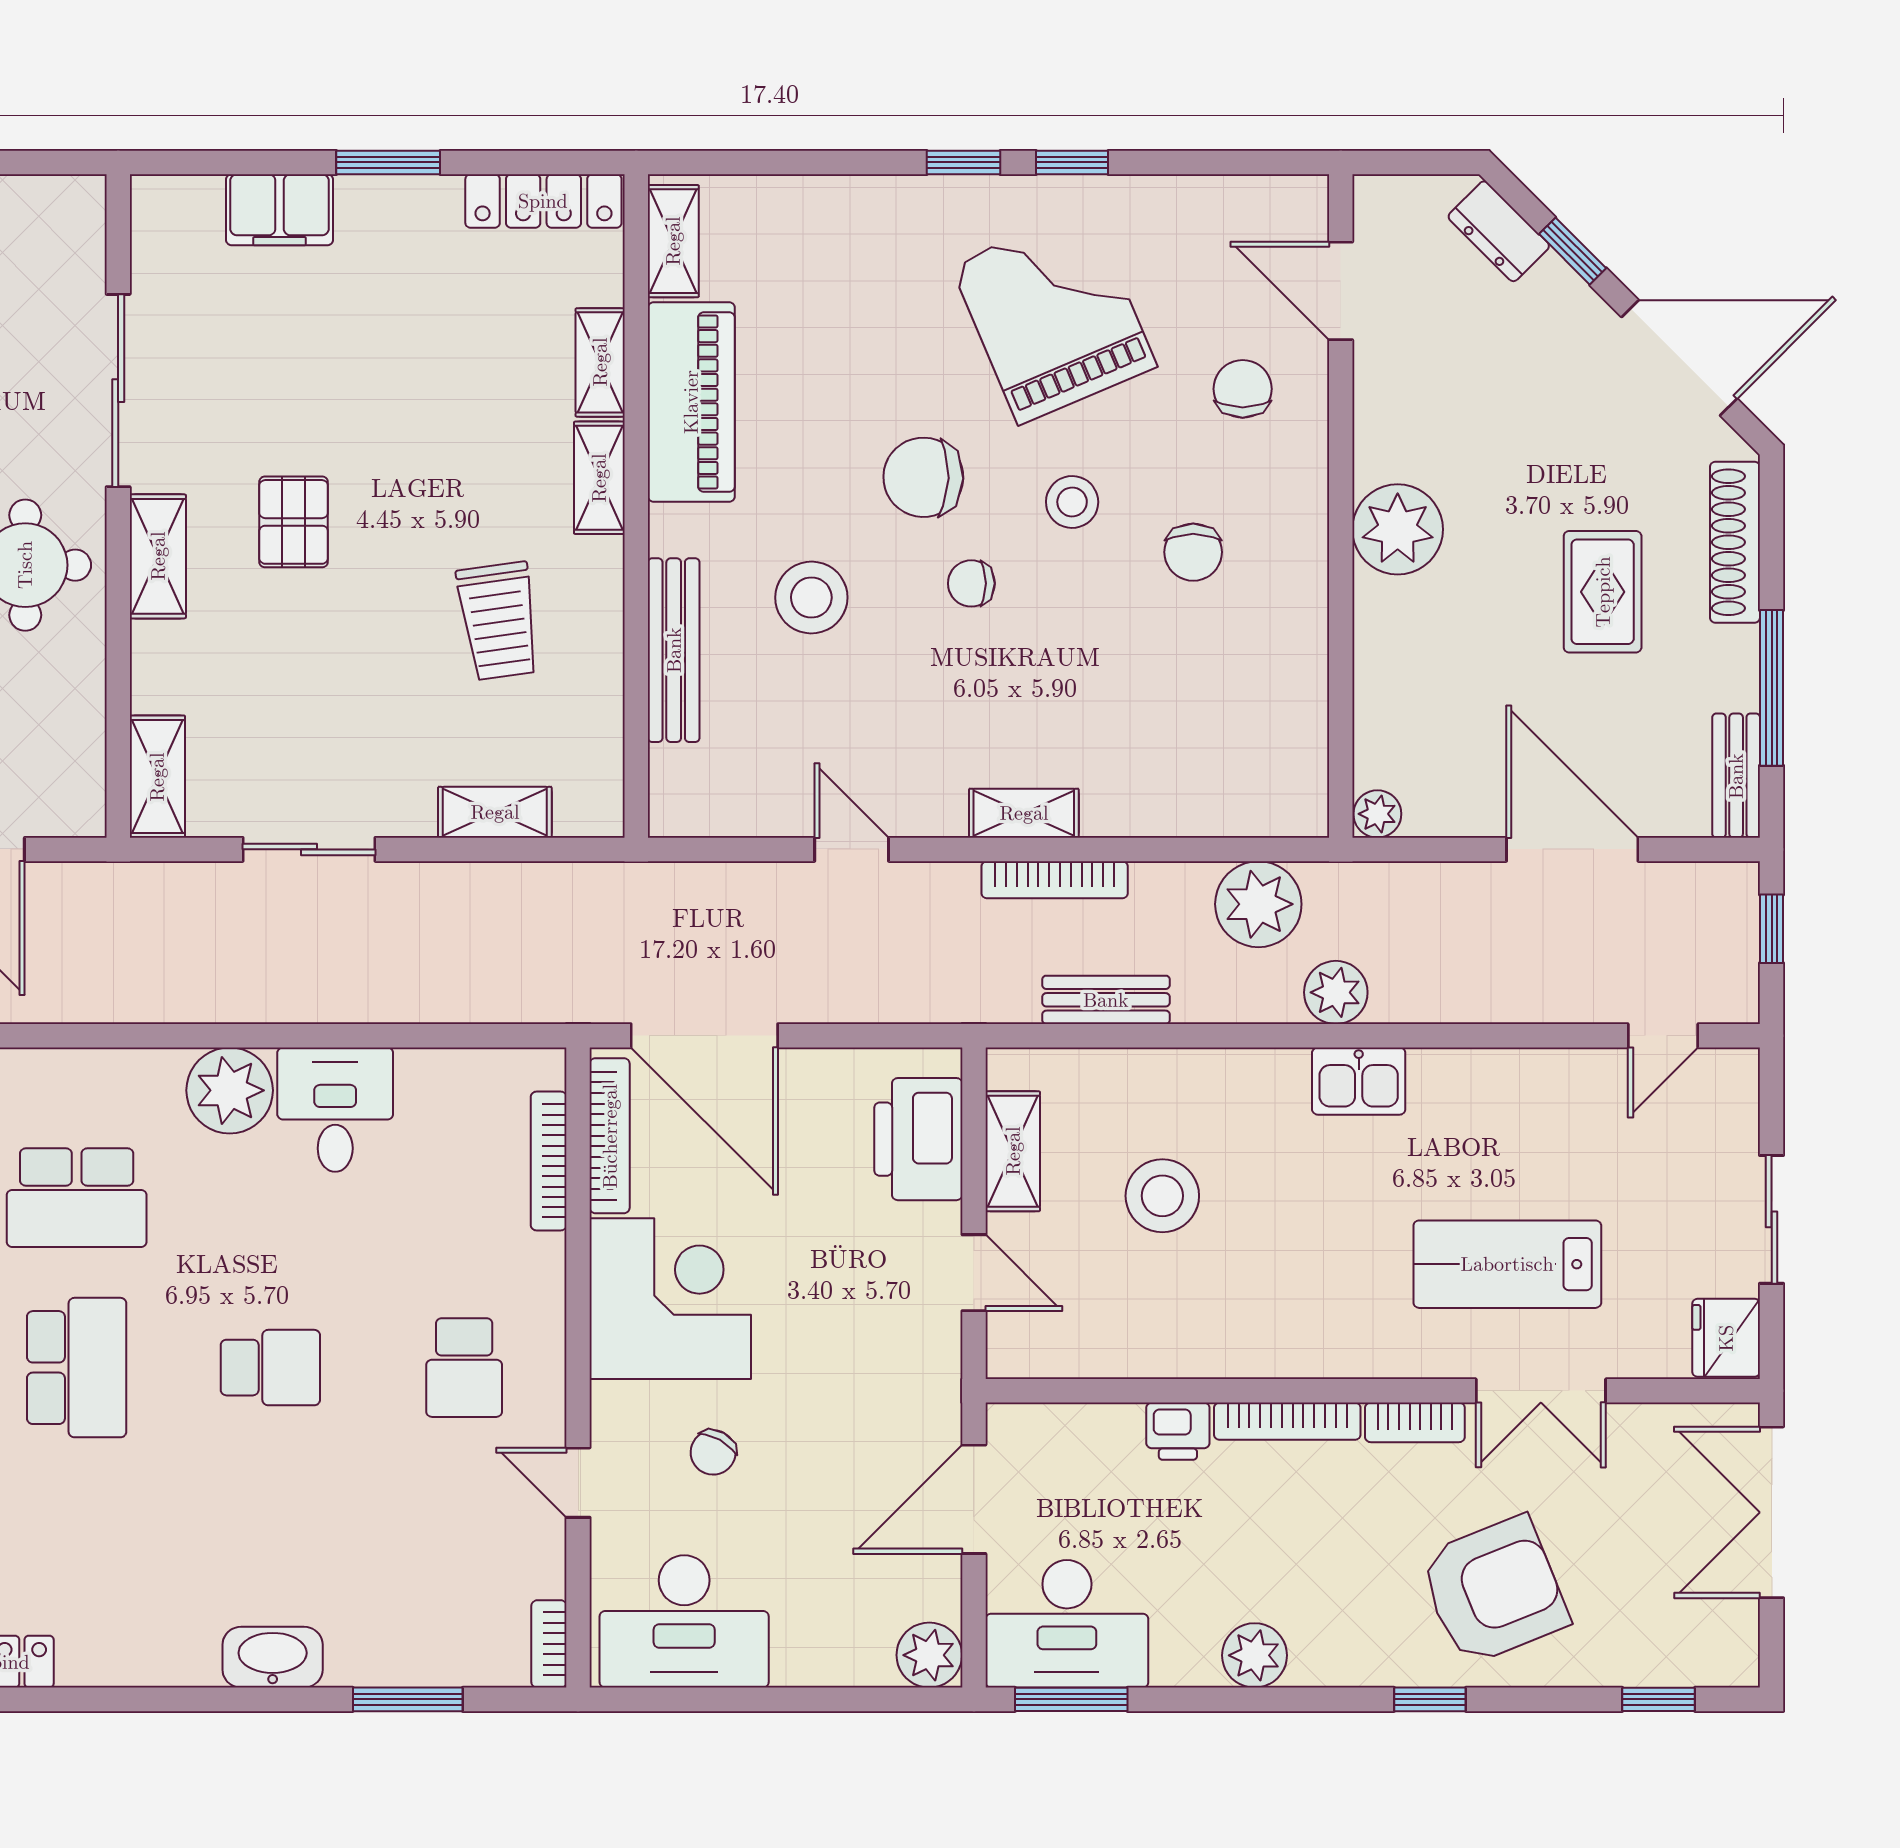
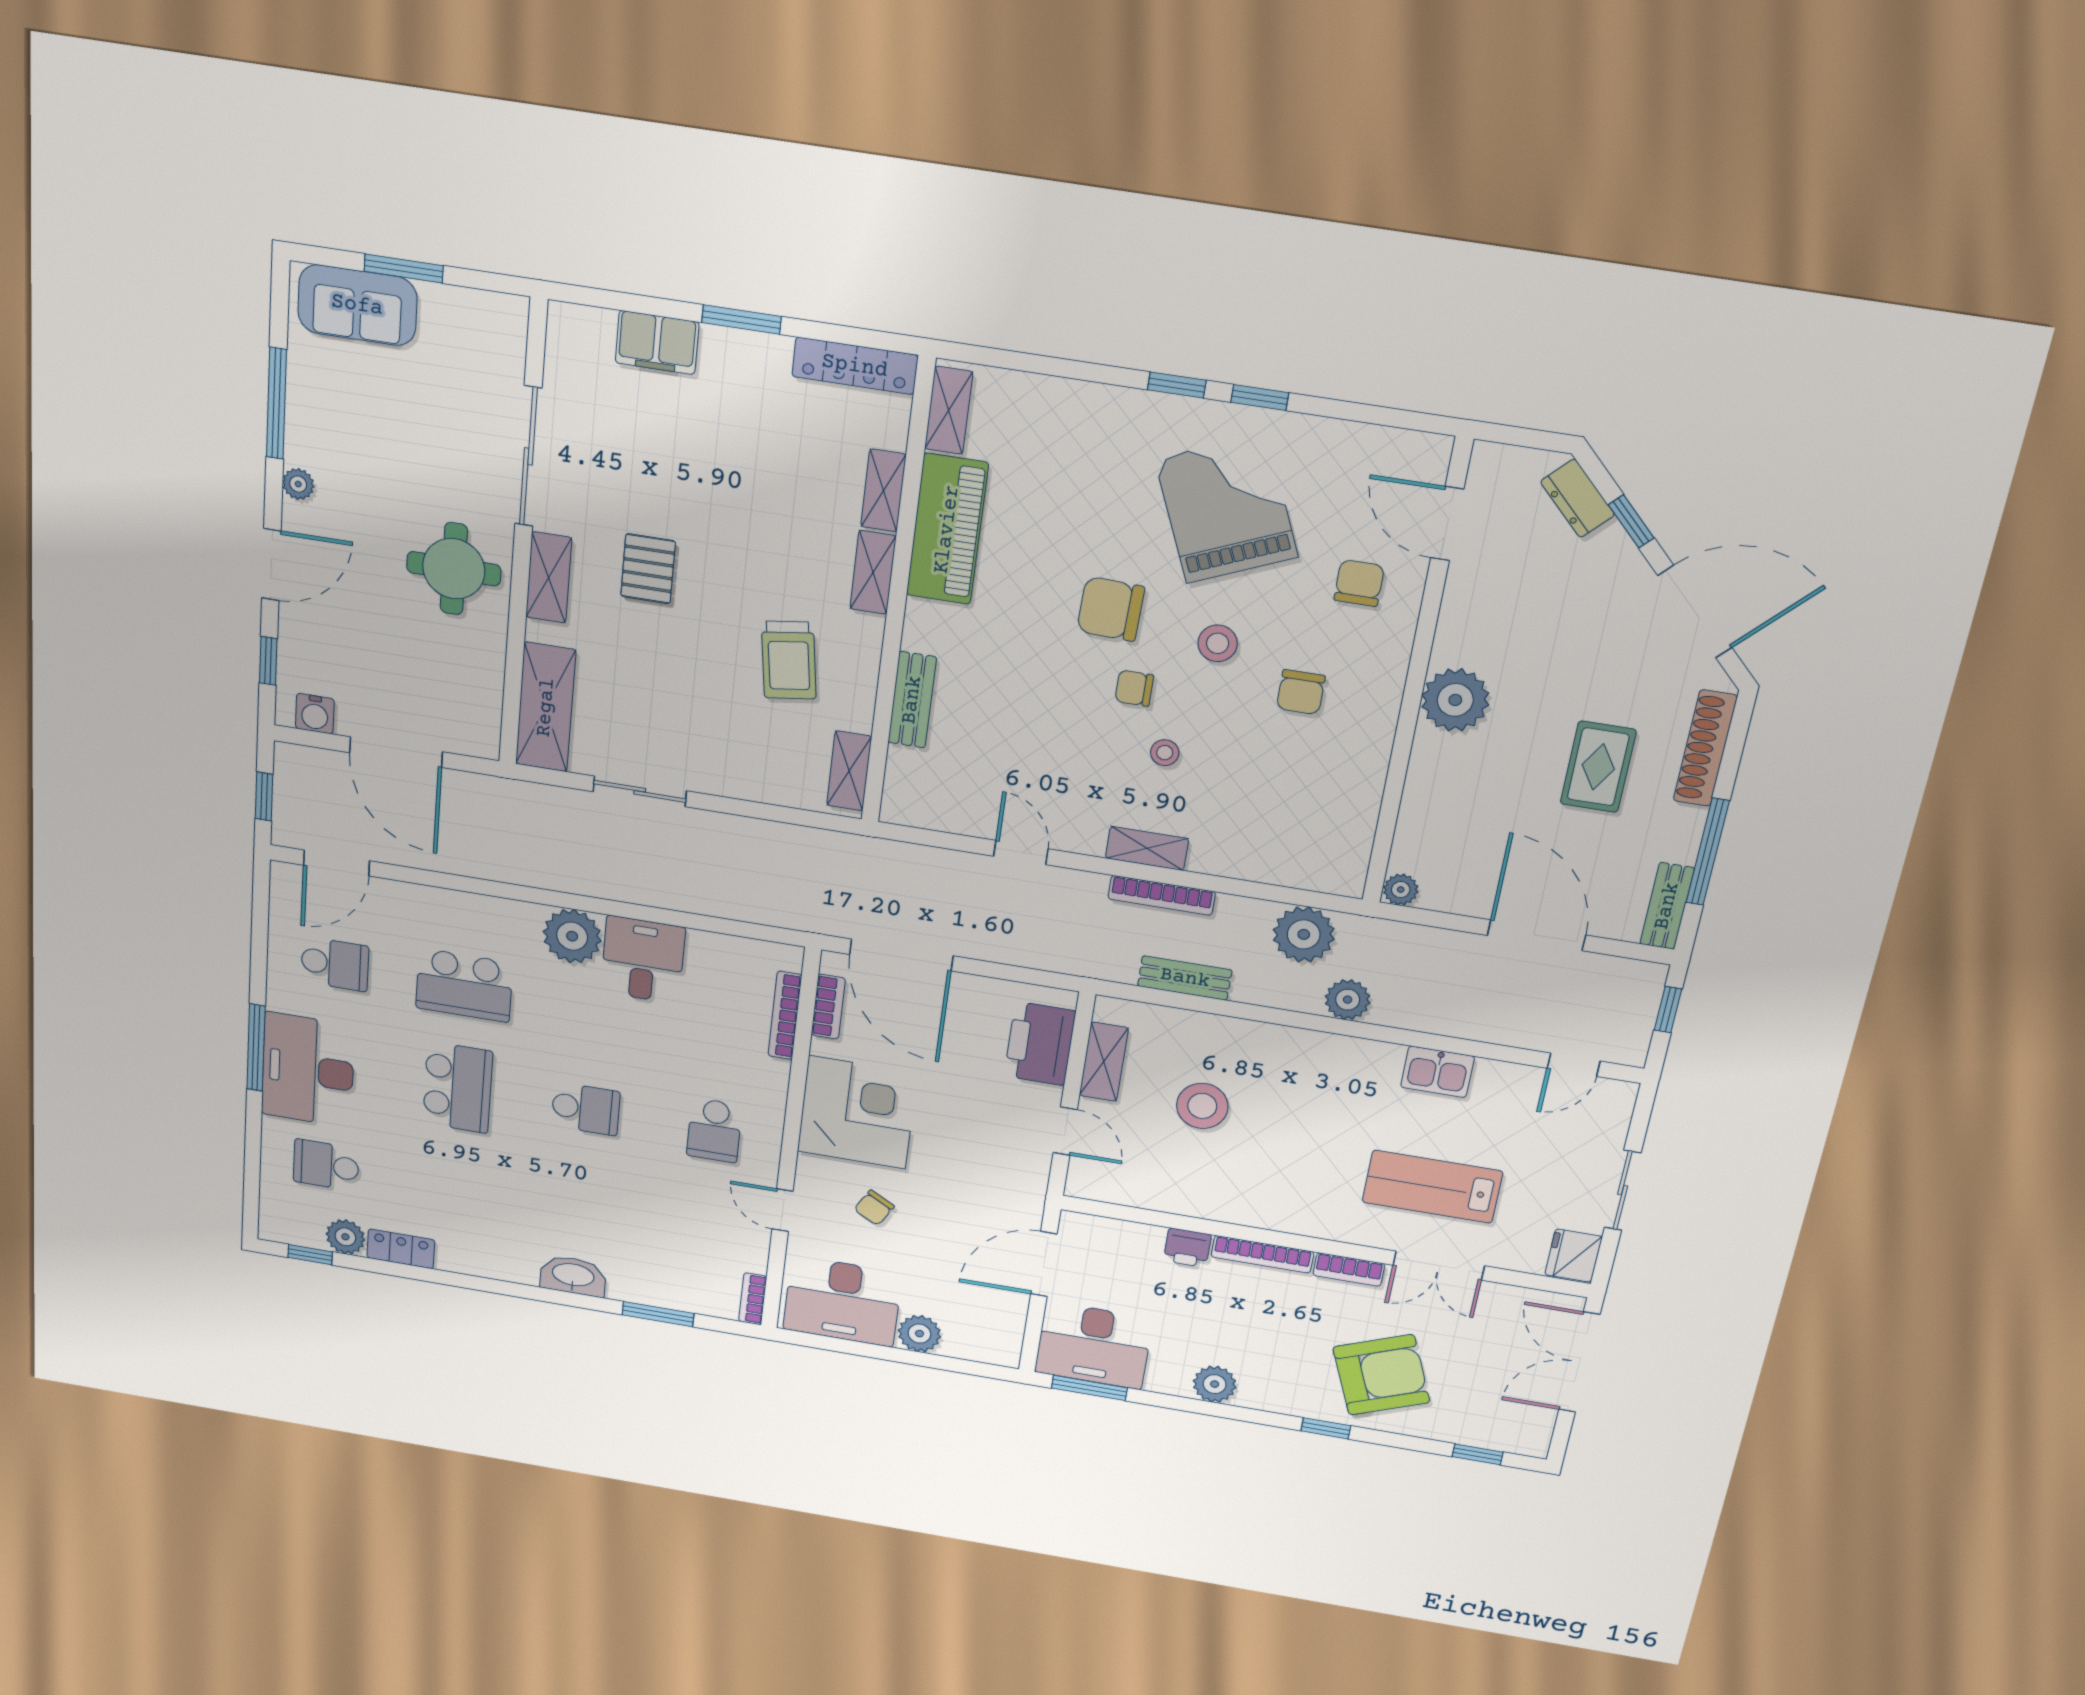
stool: (811, 598) -> (1165, 753), moved, width x0.53, depth x0.53
bench: (674, 650) -> (912, 700), width x0.73
shelving: (157, 777) -> (546, 707), width x1.50, depth x1.33
shelving: (495, 812) -> (849, 771), moved, turned 90
kitchen sink: (1359, 1081) -> (1437, 1072), moved
bookcase: (610, 1136) -> (828, 1007), width x0.64
plant: (929, 1655) -> (919, 1334), moved

